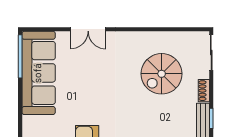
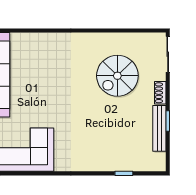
double door: (88, 29) -> (43, 31), removed

